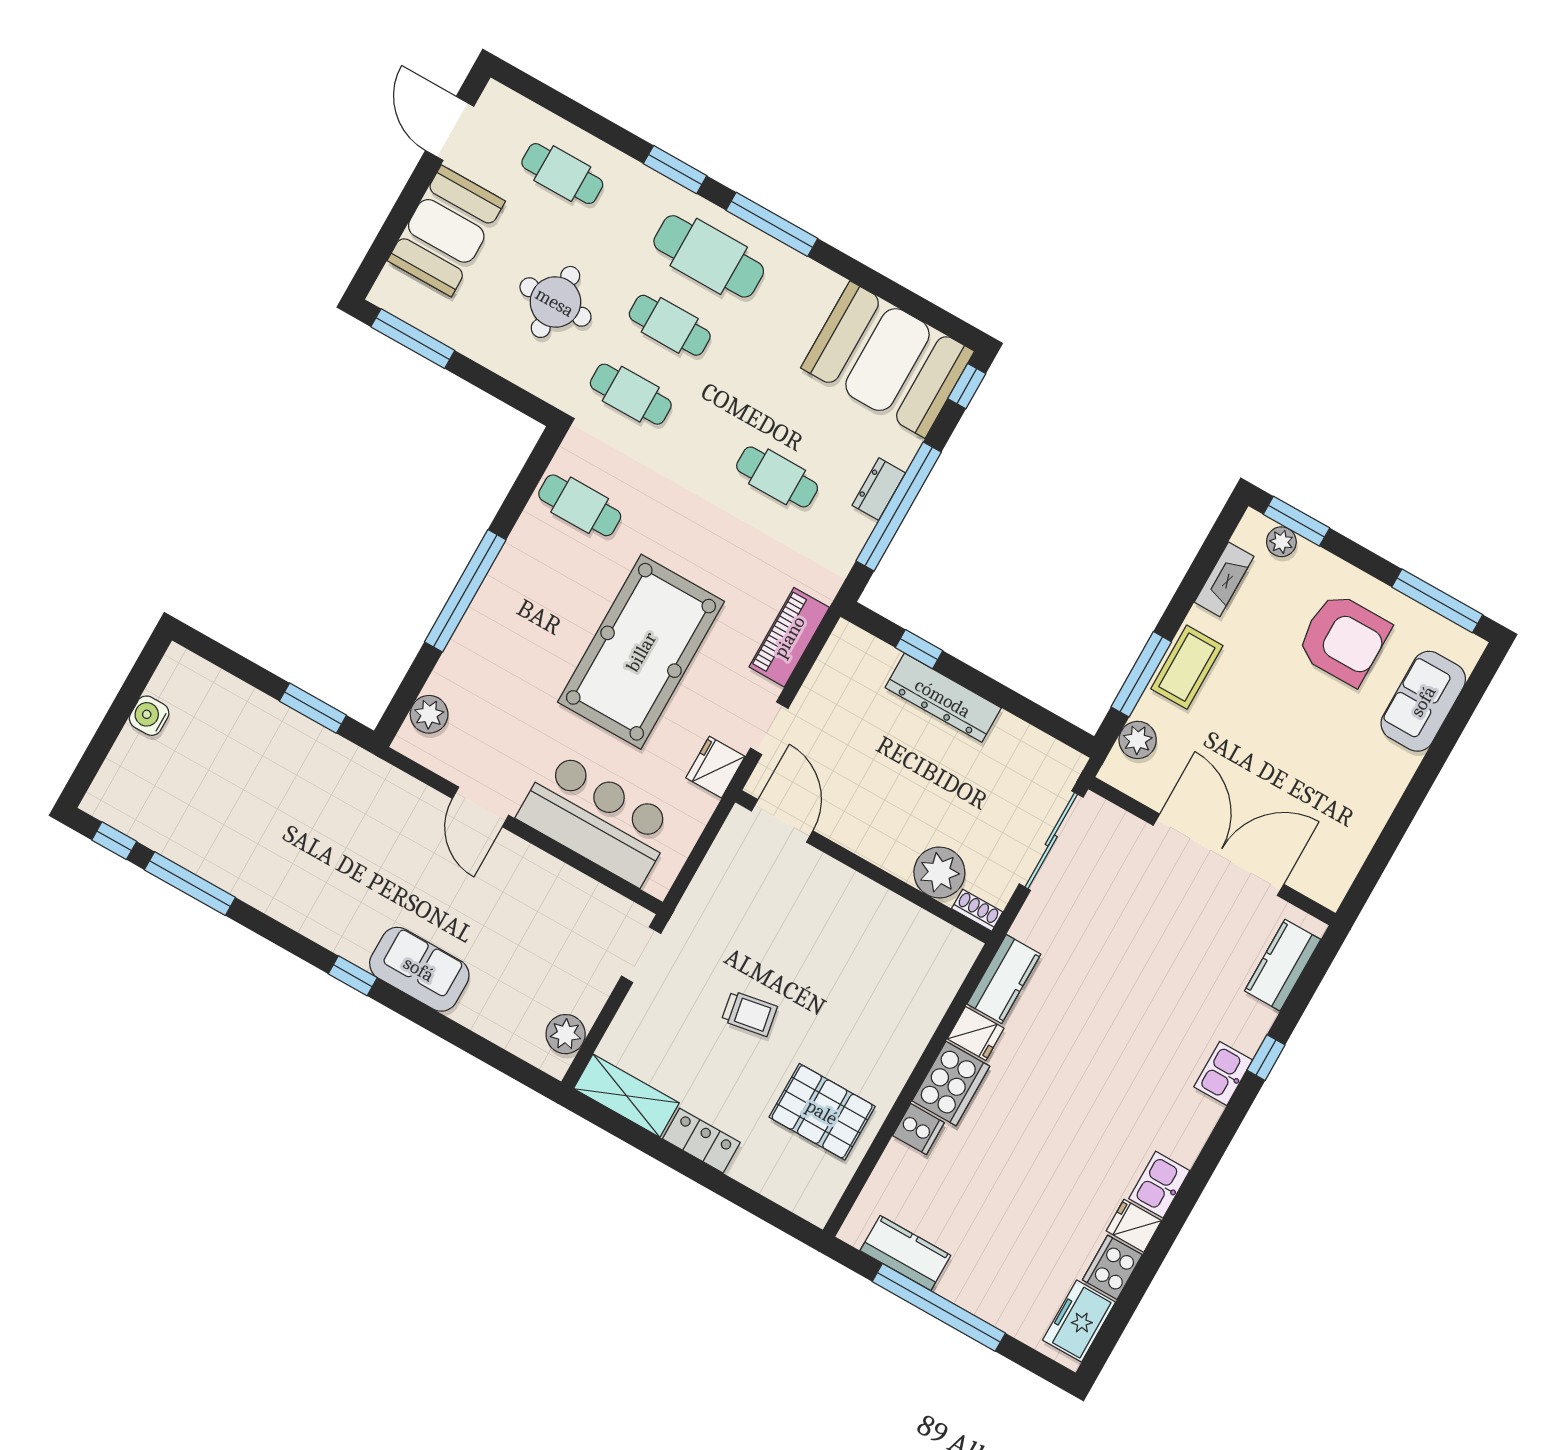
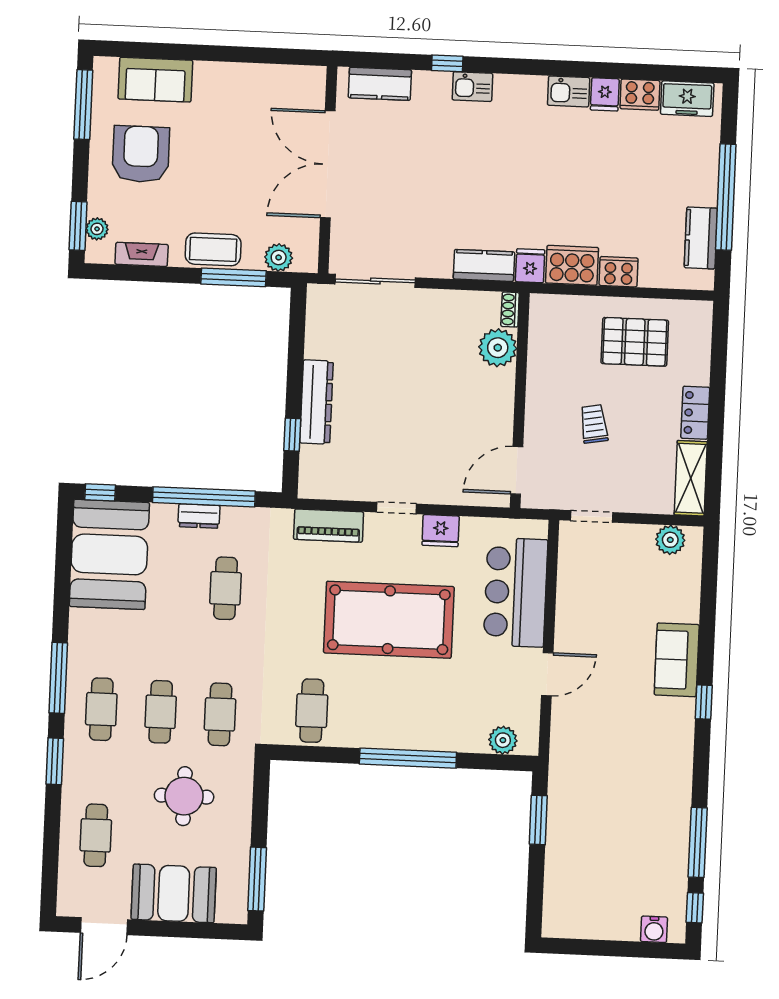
cafe table: (709, 256) -> (101, 709), width x0.73, depth x0.74
water cooler: (149, 716) -> (654, 929), moved
door: (782, 821) -> (517, 470), moved
wall: (864, 867) -> (520, 400), moved
plant: (939, 872) -> (498, 348), moved
shoe rack: (977, 910) -> (510, 310), moved
pallet: (822, 1112) -> (635, 342), turned 90
cooker: (918, 1129) -> (619, 272), width x1.36

